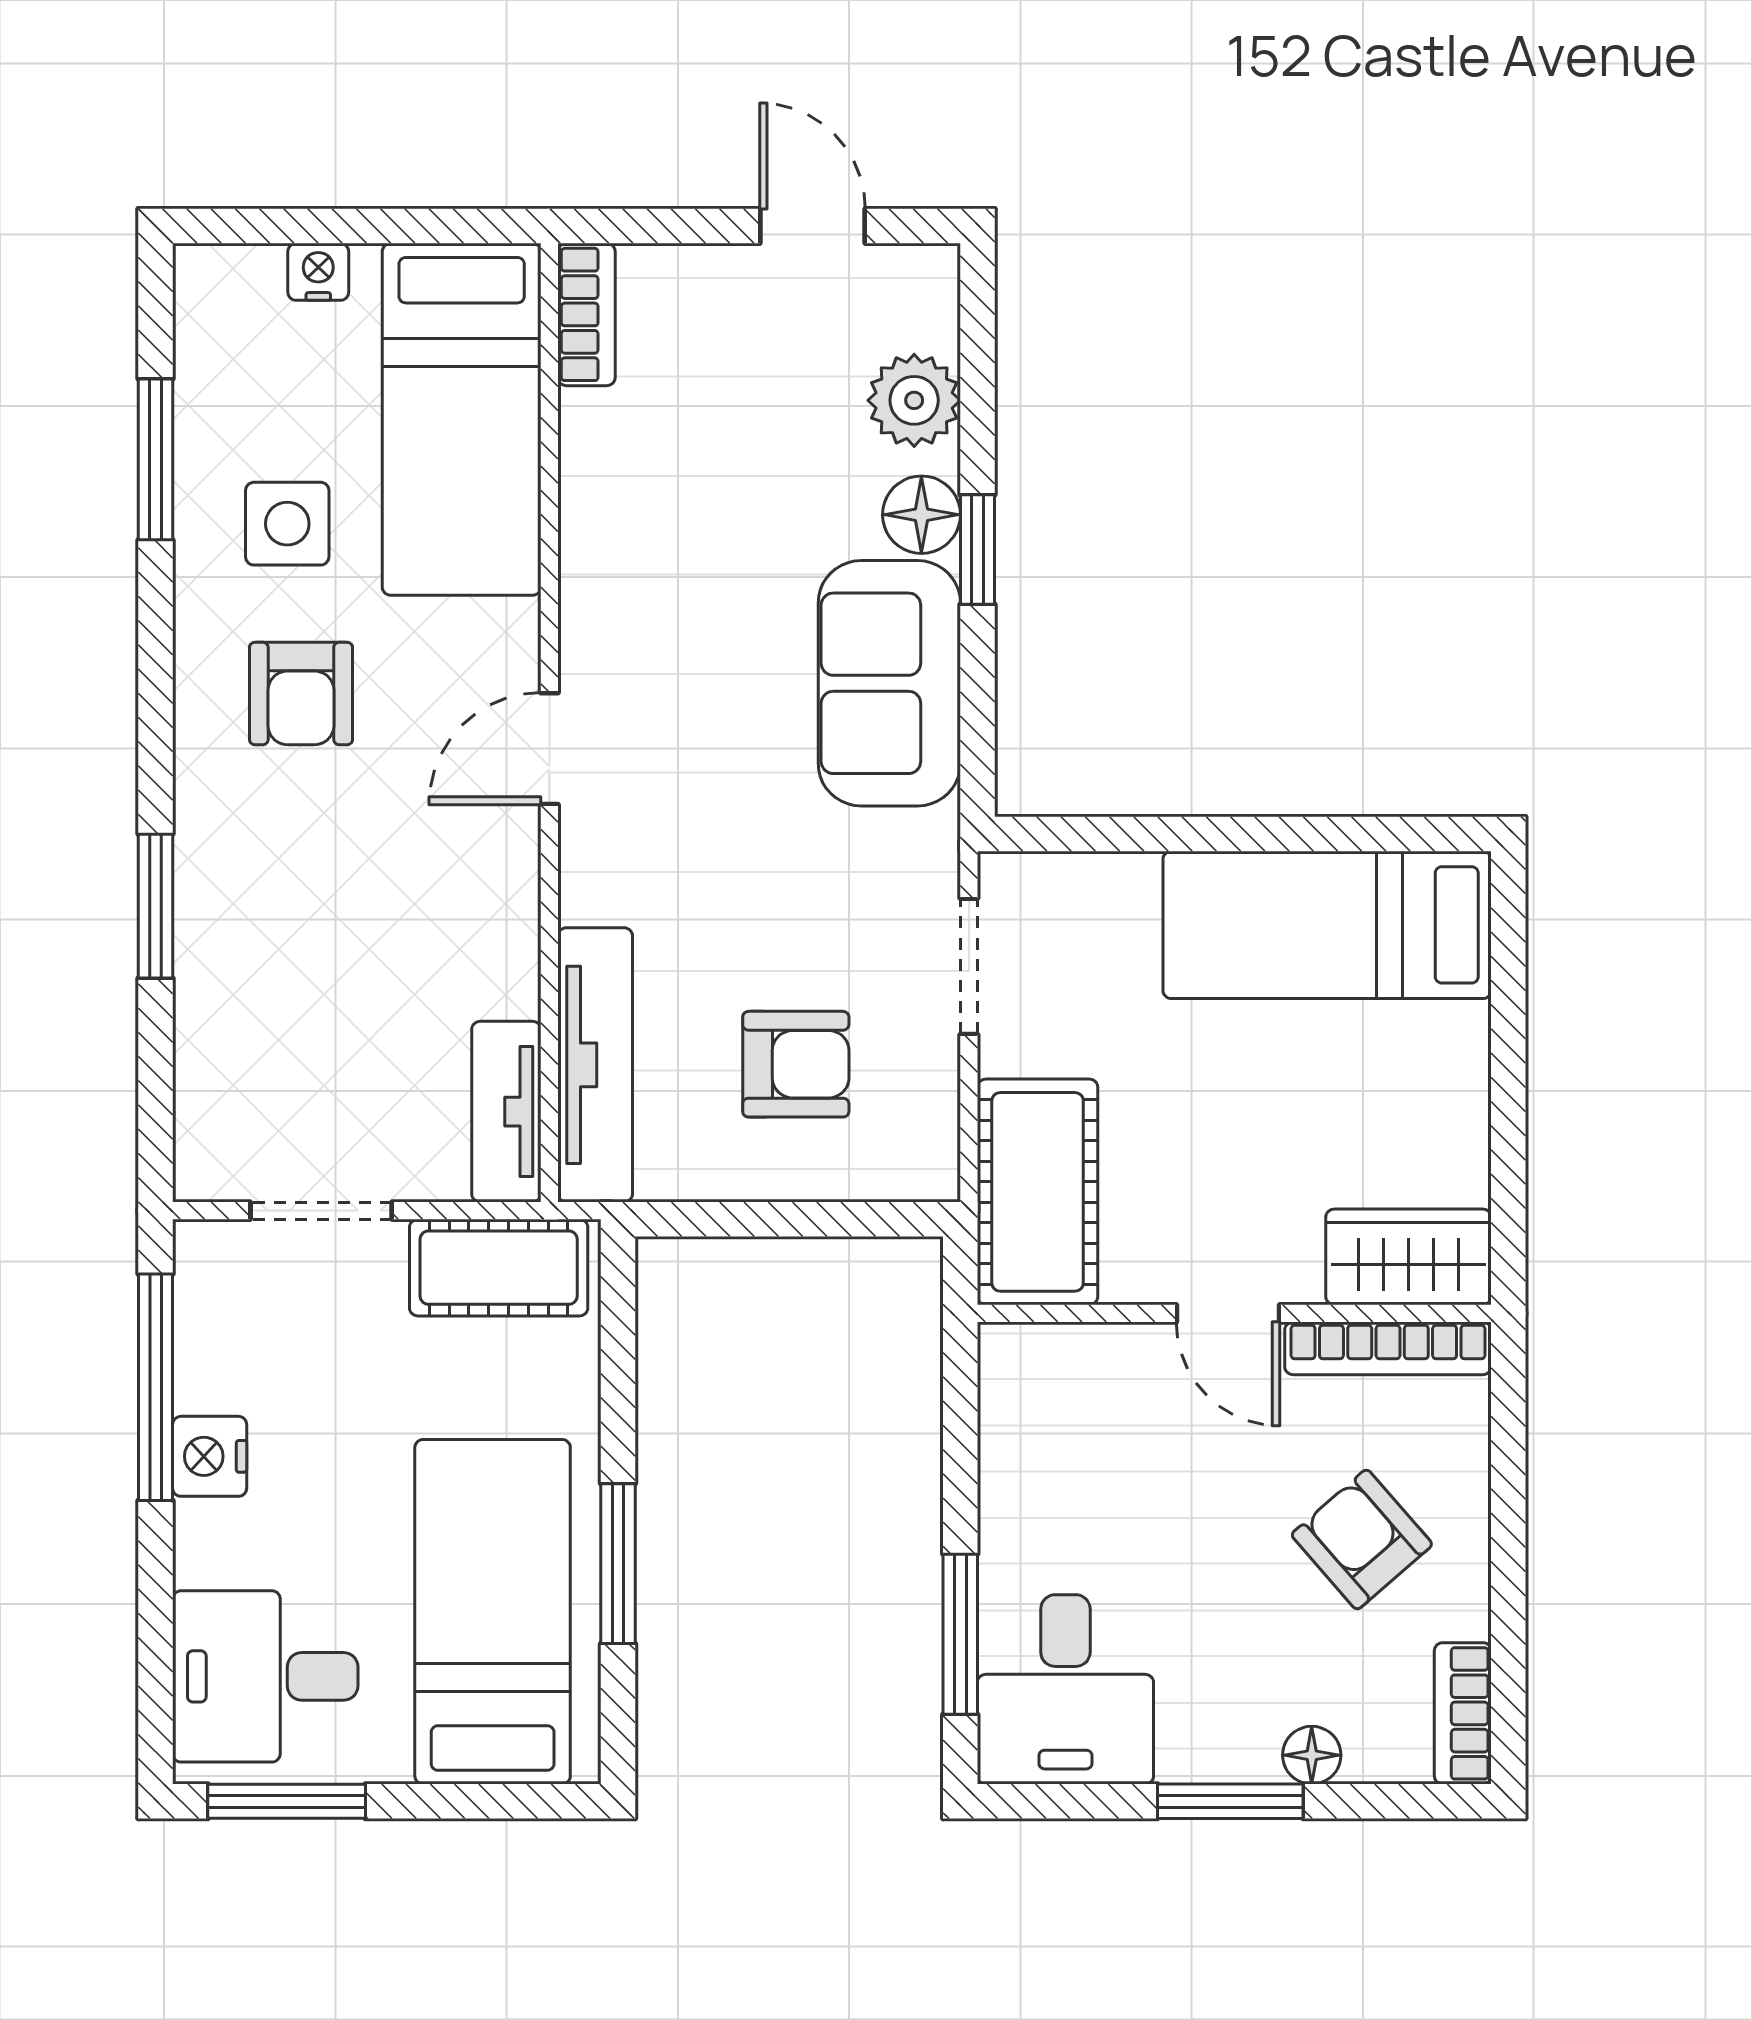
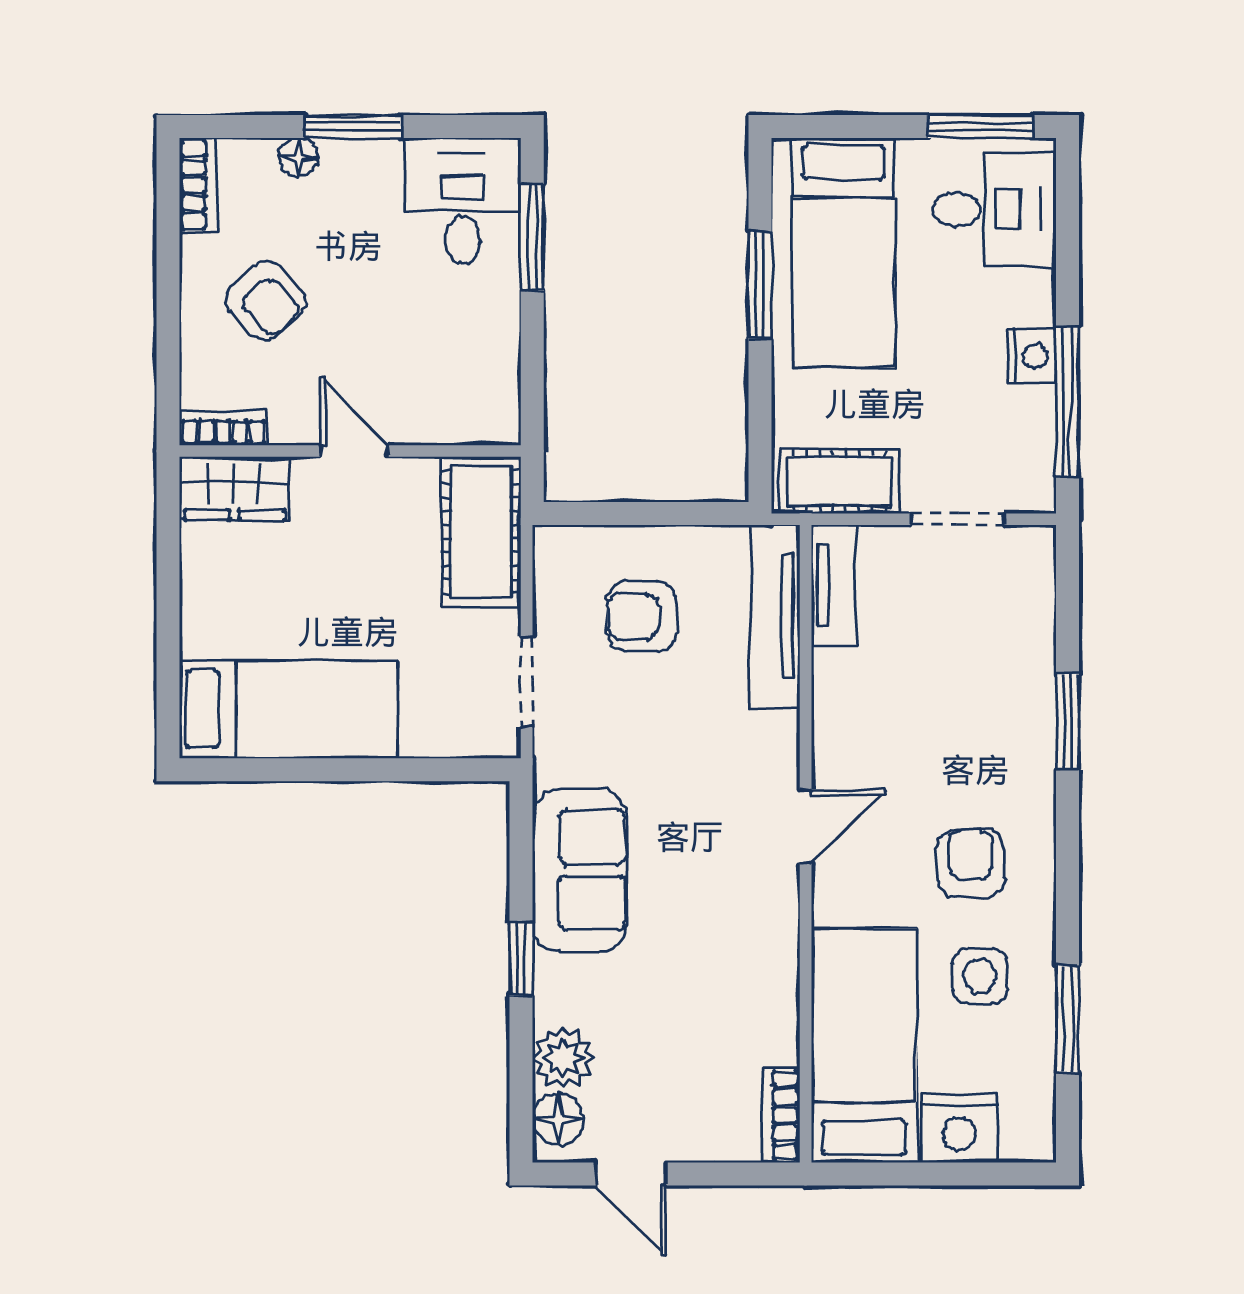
nightstand: (318, 272) -> (959, 1128), width x1.89, depth x1.79
floor lamp: (921, 515) -> (558, 1119), moved
bookcase: (1388, 1348) -> (223, 428), width x0.64

